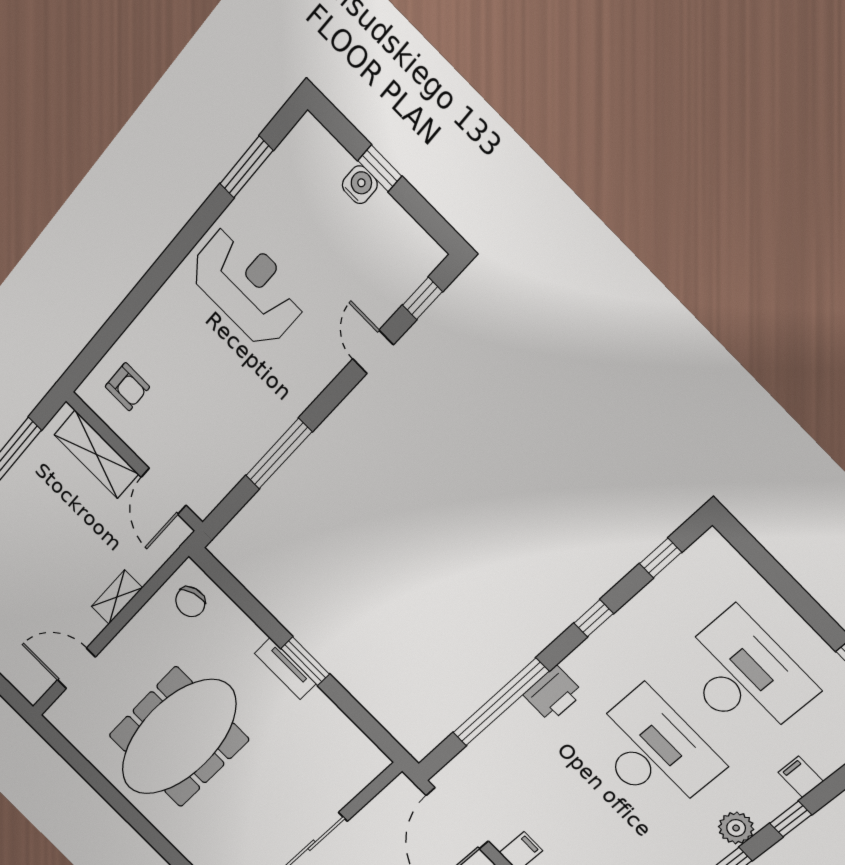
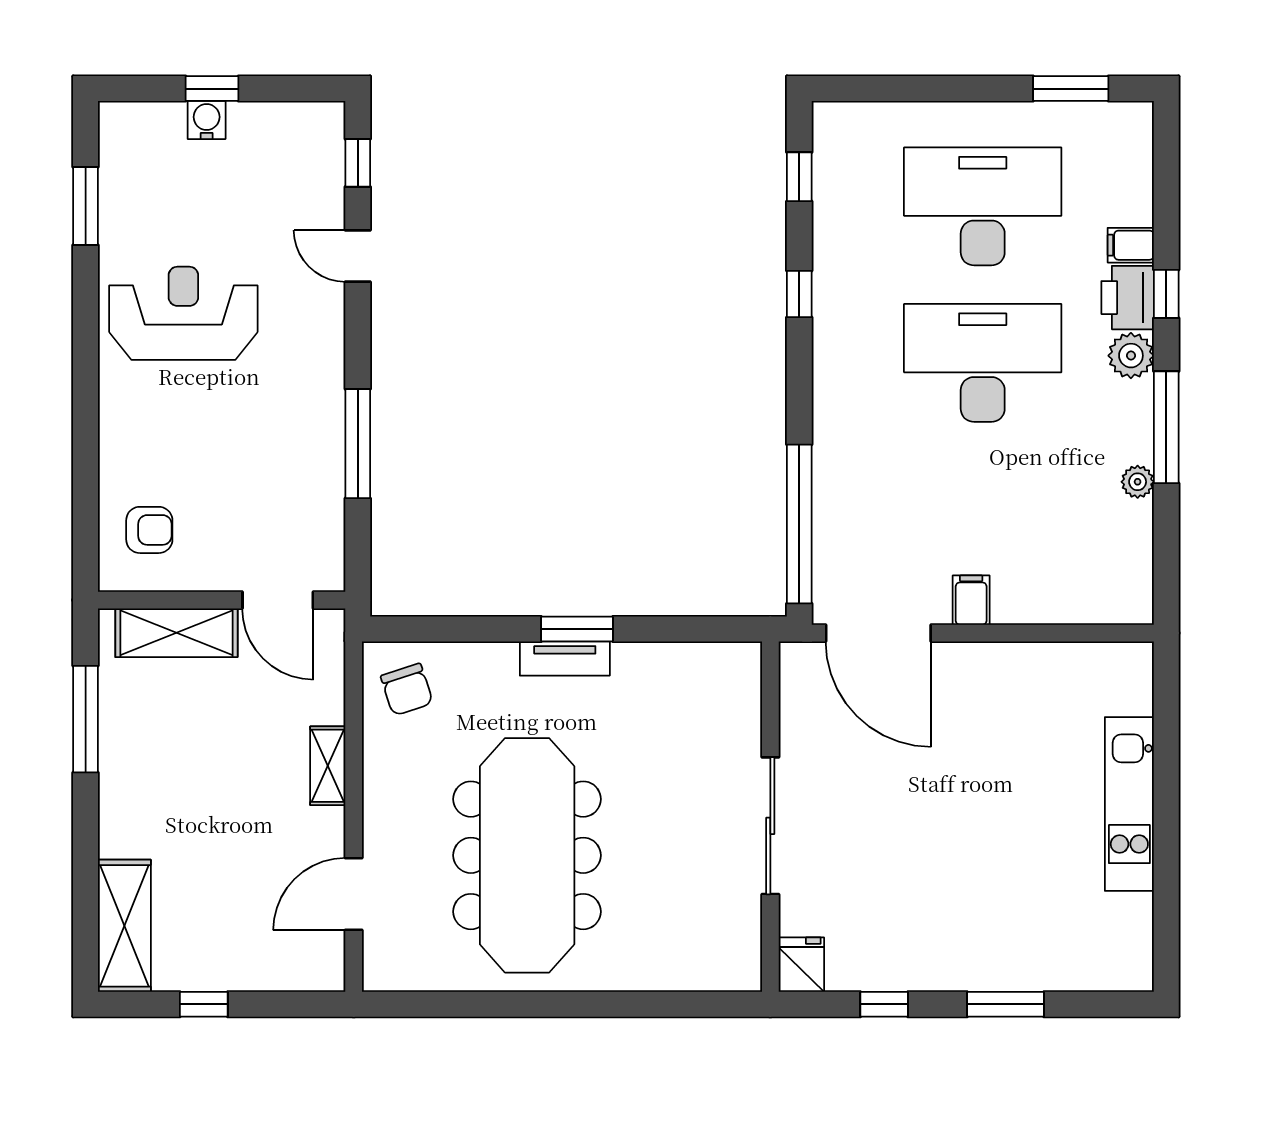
printer: (553, 694) -> (1128, 298), moved, turned 180
window: (500, 702) -> (799, 524), moved

